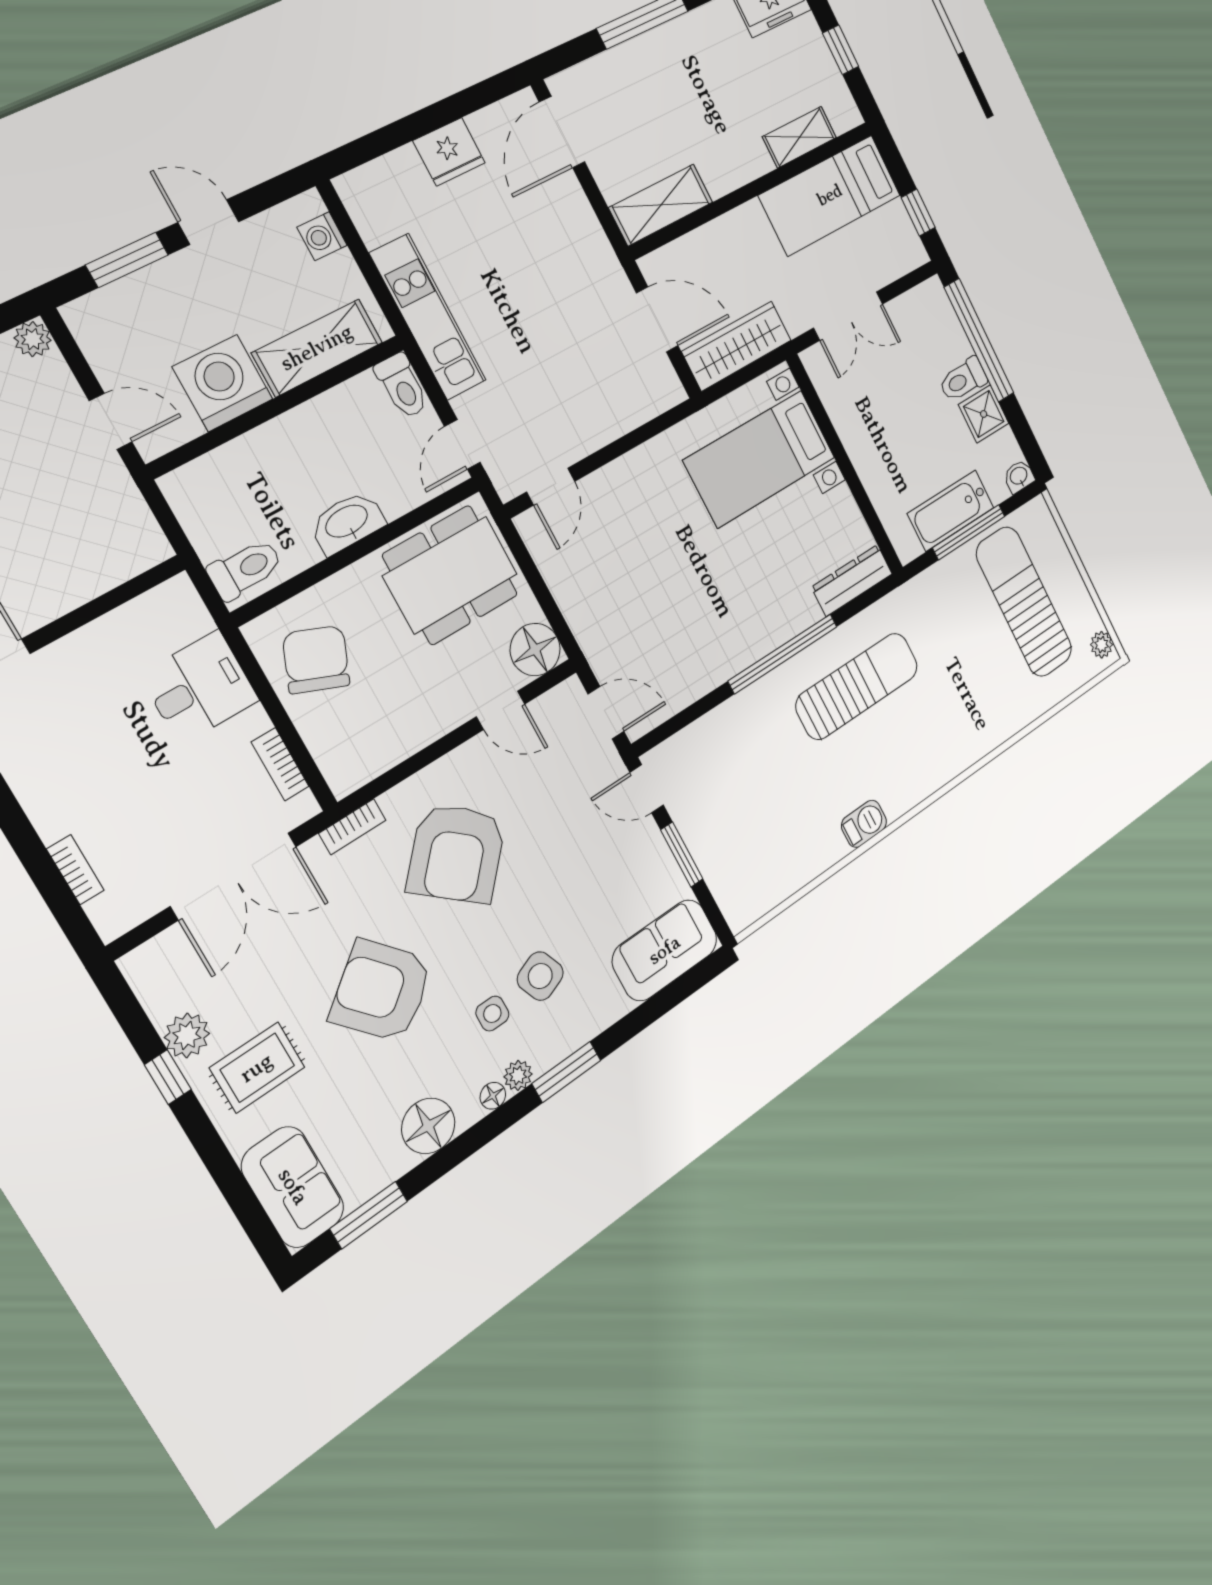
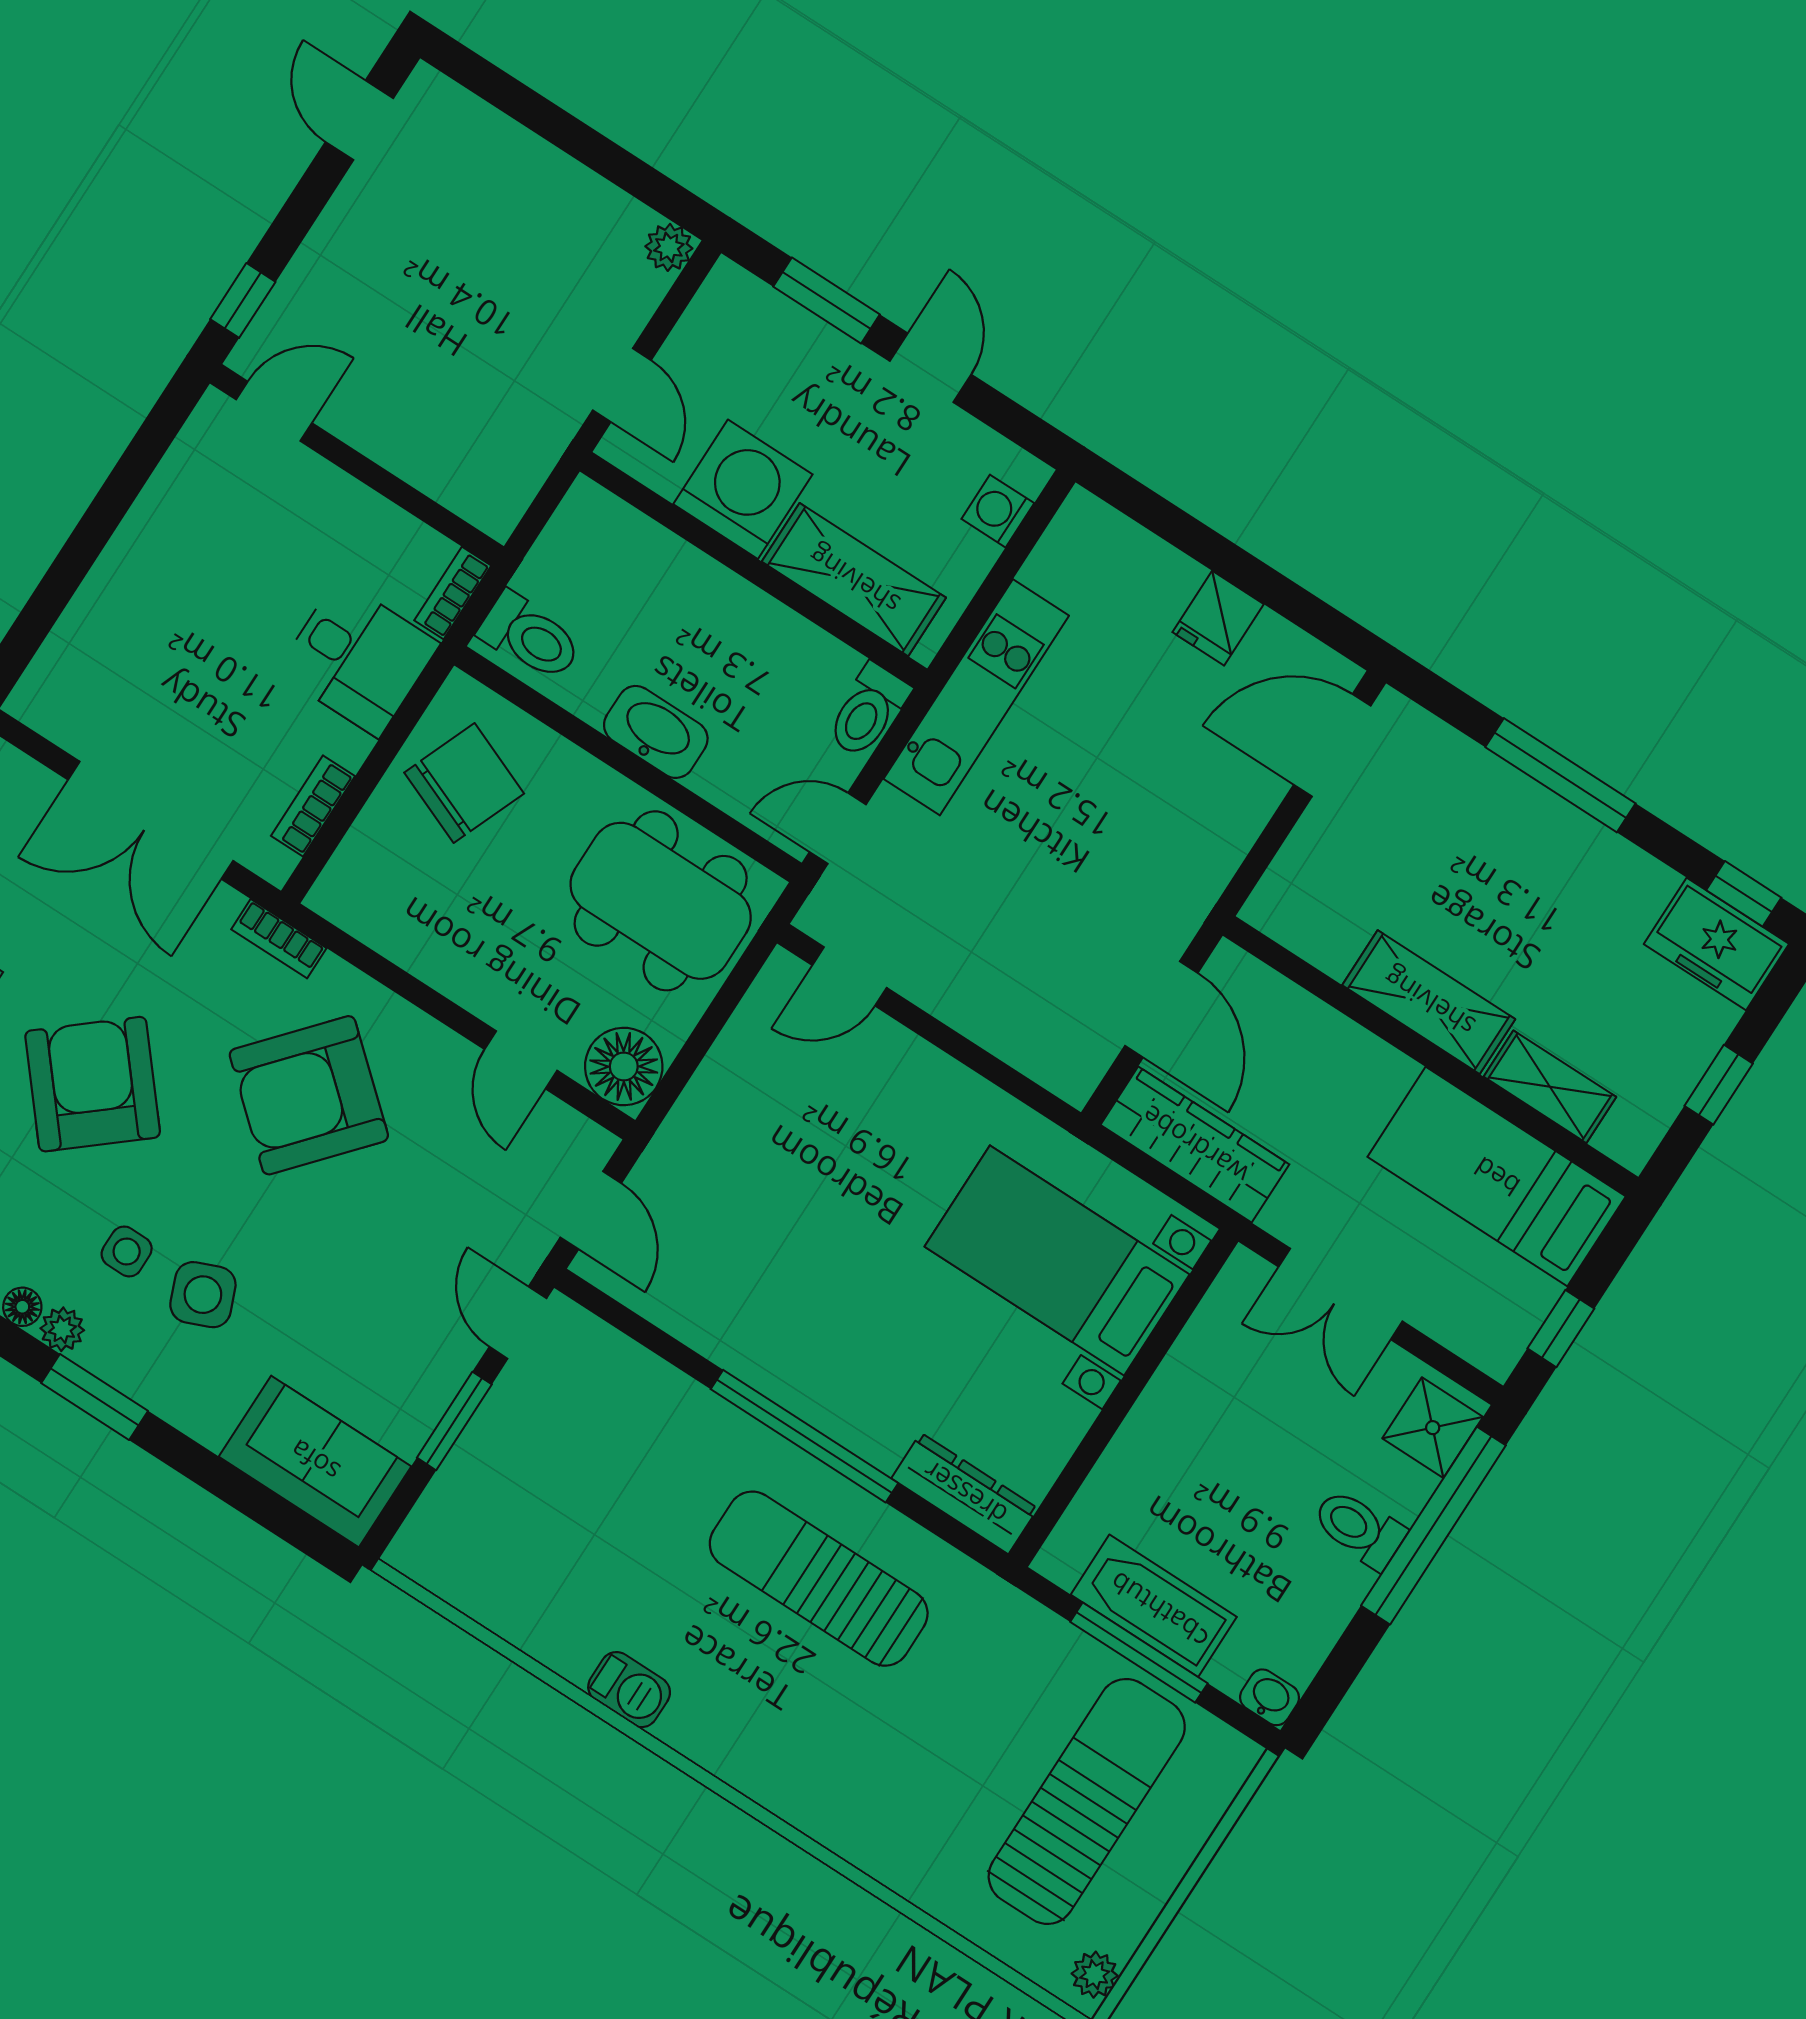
fridge: (449, 152) -> (1218, 618), width x0.72
shelving: (661, 205) -> (1429, 1002), moved
shower: (984, 414) -> (1433, 1428), moved
sun lounger: (857, 686) -> (819, 1579), turned 180
bookcase: (75, 870) -> (453, 593), moved, turned 180

